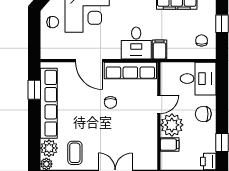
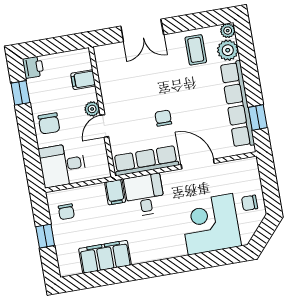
chair: (203, 114) -> (49, 123), turned 90
plant: (172, 125) -> (92, 109), width x0.53, depth x0.53

